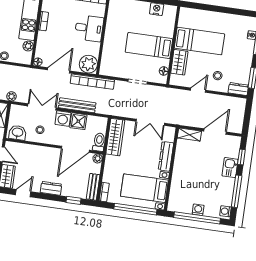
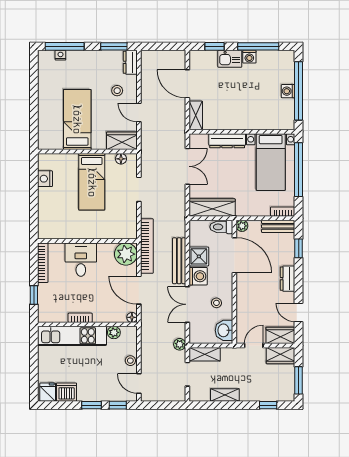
wardrobe: (179, 62) -> (122, 141), moved
washing machine: (225, 211) -> (249, 57), moved

